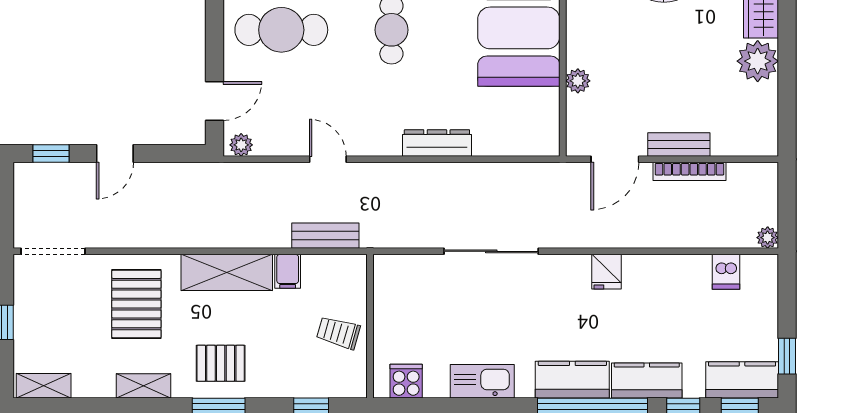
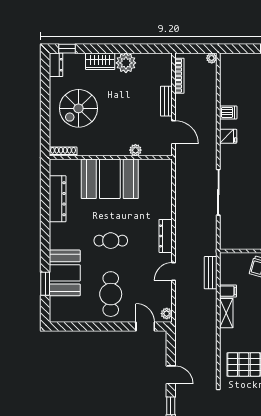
dresser: (437, 143) -> (166, 236), moved
bookcase: (689, 171) -> (179, 76), moved
shelving: (227, 272) -> (226, 313), width x0.67, depth x0.75
dishwasher: (726, 272) -> (228, 112), moved

